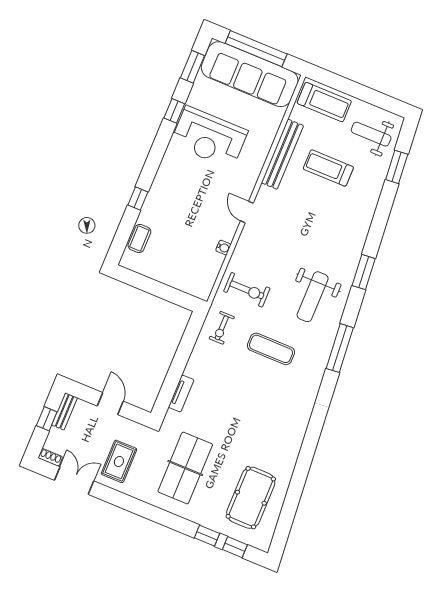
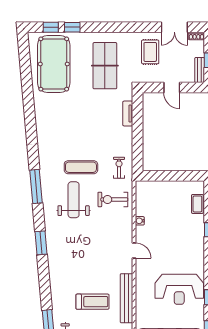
reception desk: (209, 137) -> (179, 289), turned 180
weight bench: (313, 297) -> (74, 200), moved
pool table: (251, 498) -> (54, 64), width x1.36, depth x1.32

